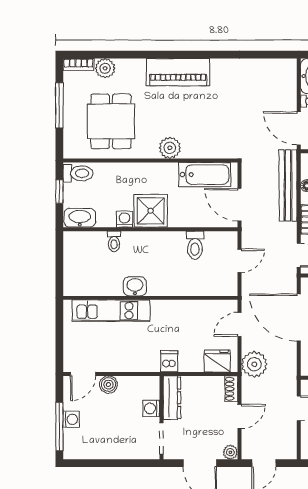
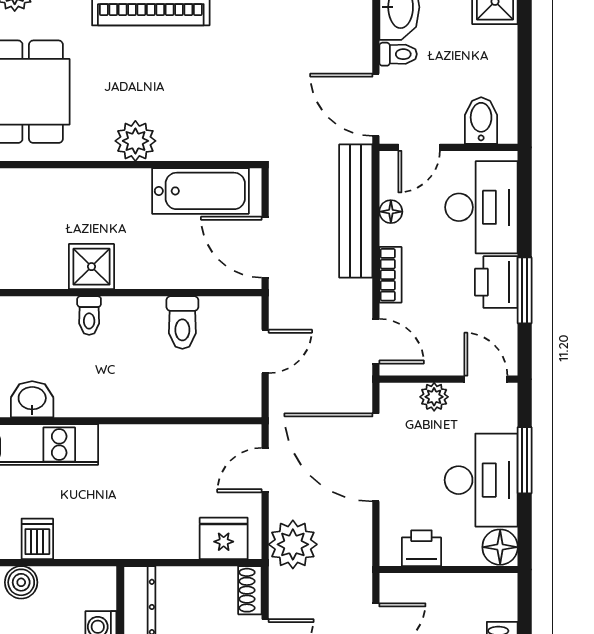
shower: (151, 211) -> (91, 267), width x0.73, depth x0.73
washing machine: (125, 219) -> (51, 274), removed
toilet: (114, 241) -> (89, 316), moved
washbasin: (135, 286) -> (32, 399), moved
dishwasher: (169, 361) -> (37, 539), moved

